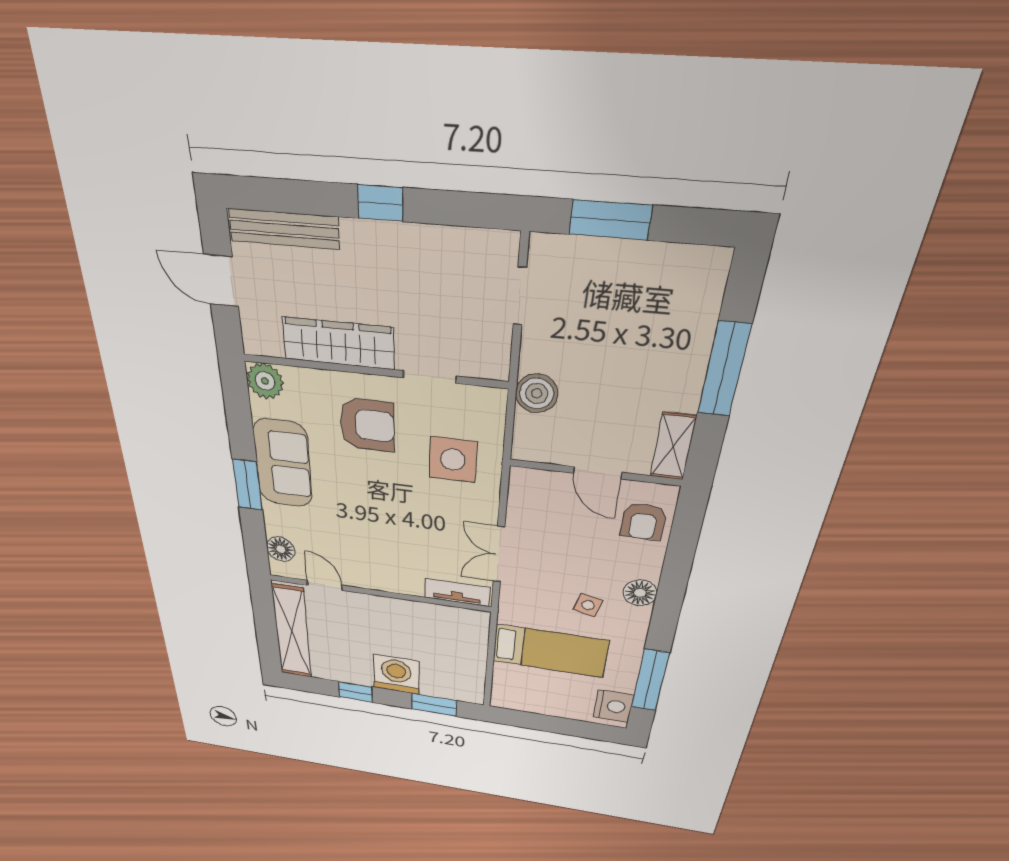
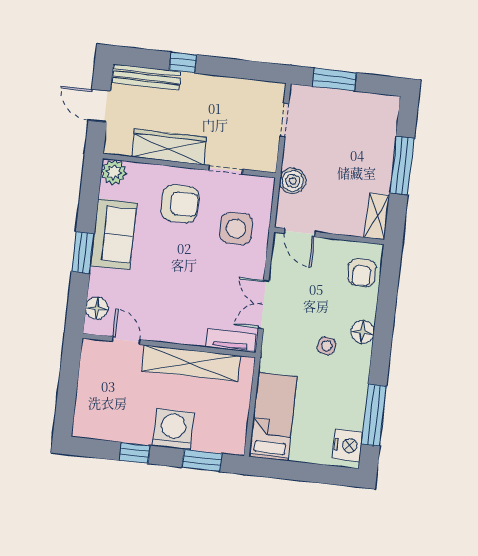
window: (380, 203) -> (183, 63), moved
door: (598, 473) -> (300, 233), moved
shelving: (292, 632) -> (191, 363), moved, turned 90
bed: (550, 651) -> (273, 417), moved, turned -90

